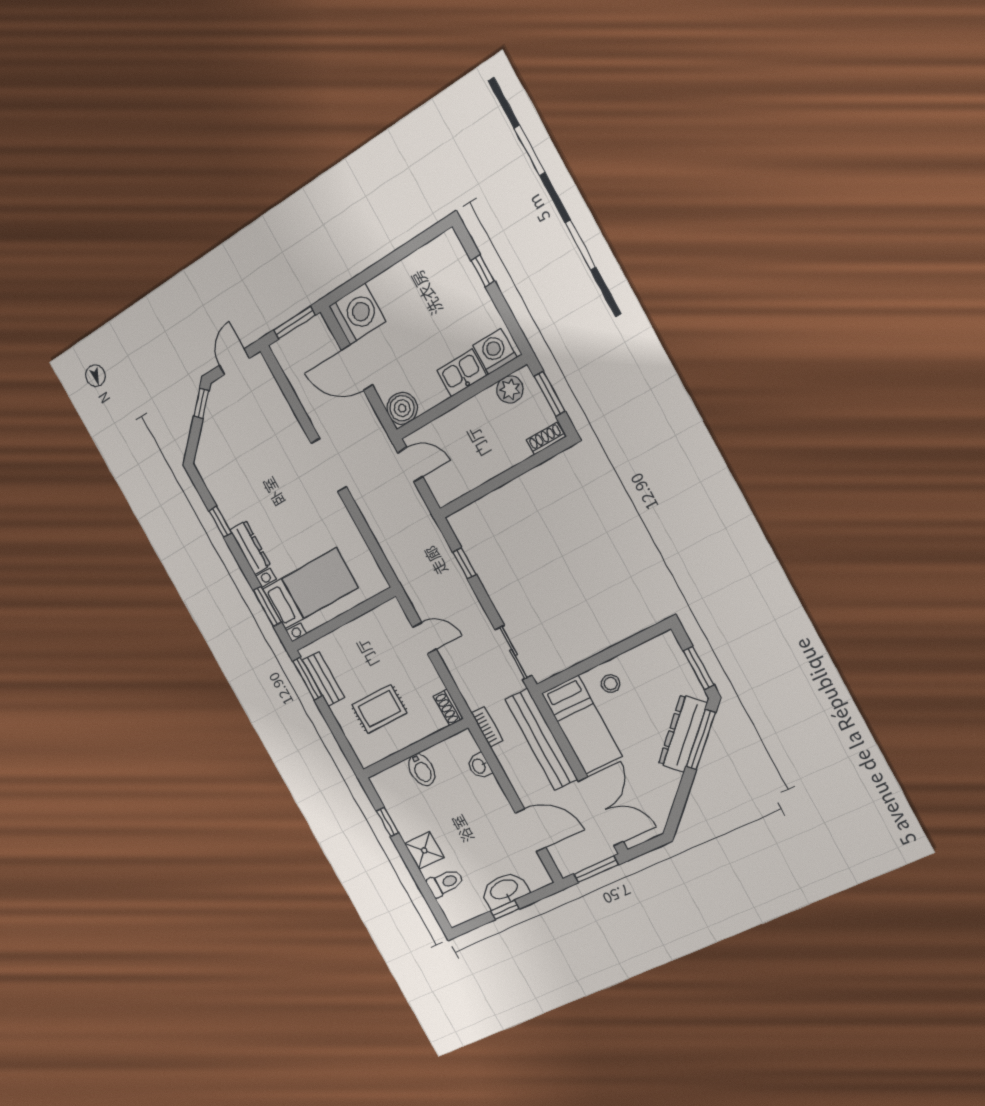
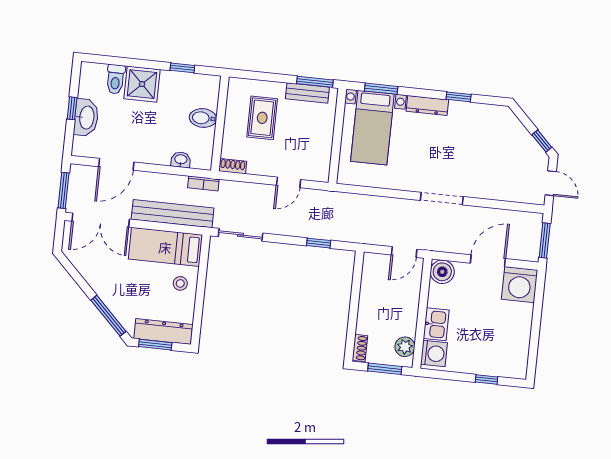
dresser: (683, 733) -> (163, 331), moved, turned -45
shower: (424, 850) -> (142, 84), width x1.36, depth x1.36

